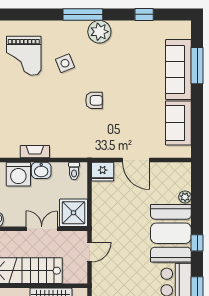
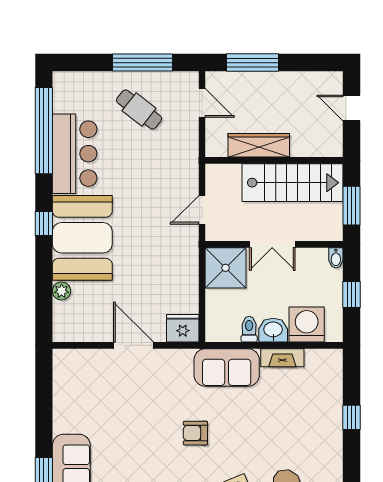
sofa: (178, 123) -> (227, 367), moved, turned 90
toilet: (74, 171) -> (249, 329), moved

